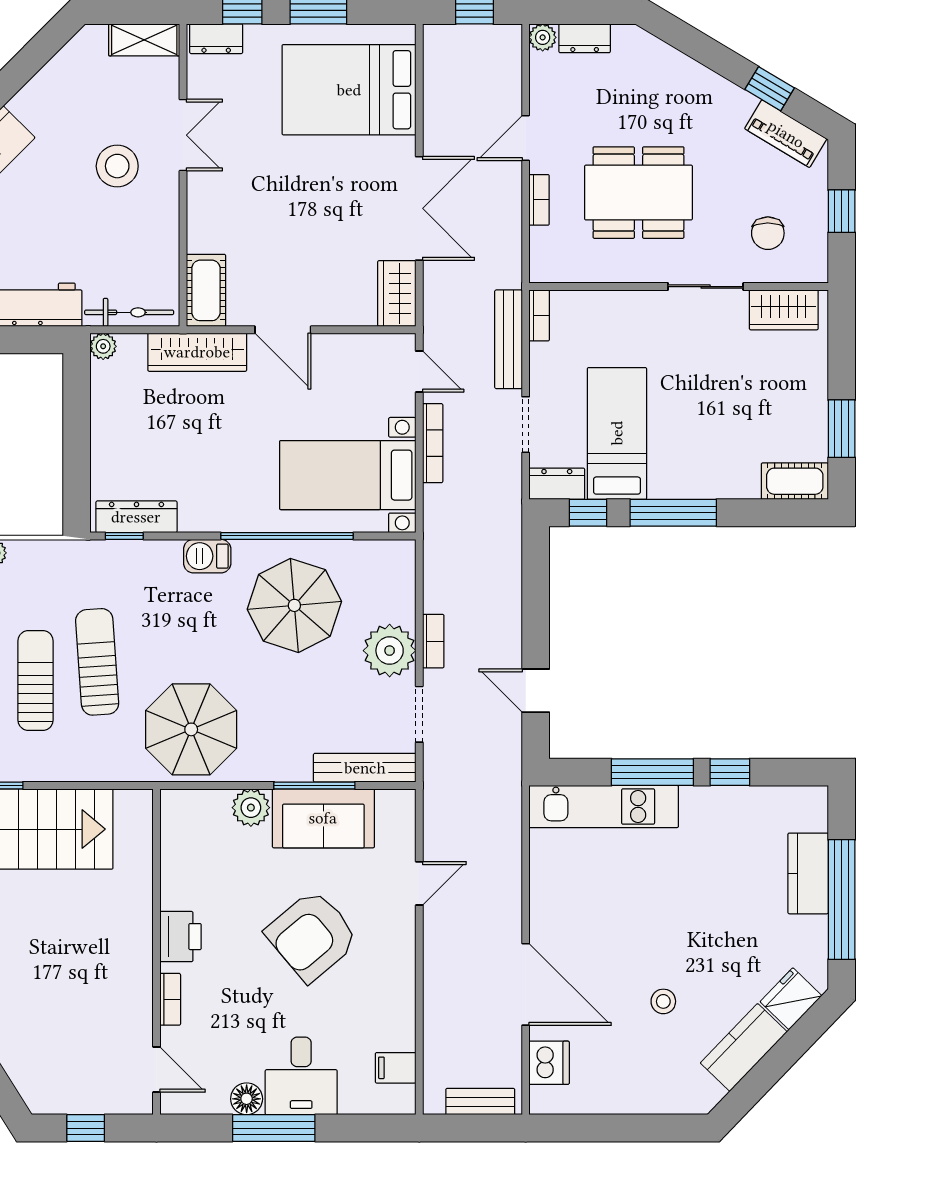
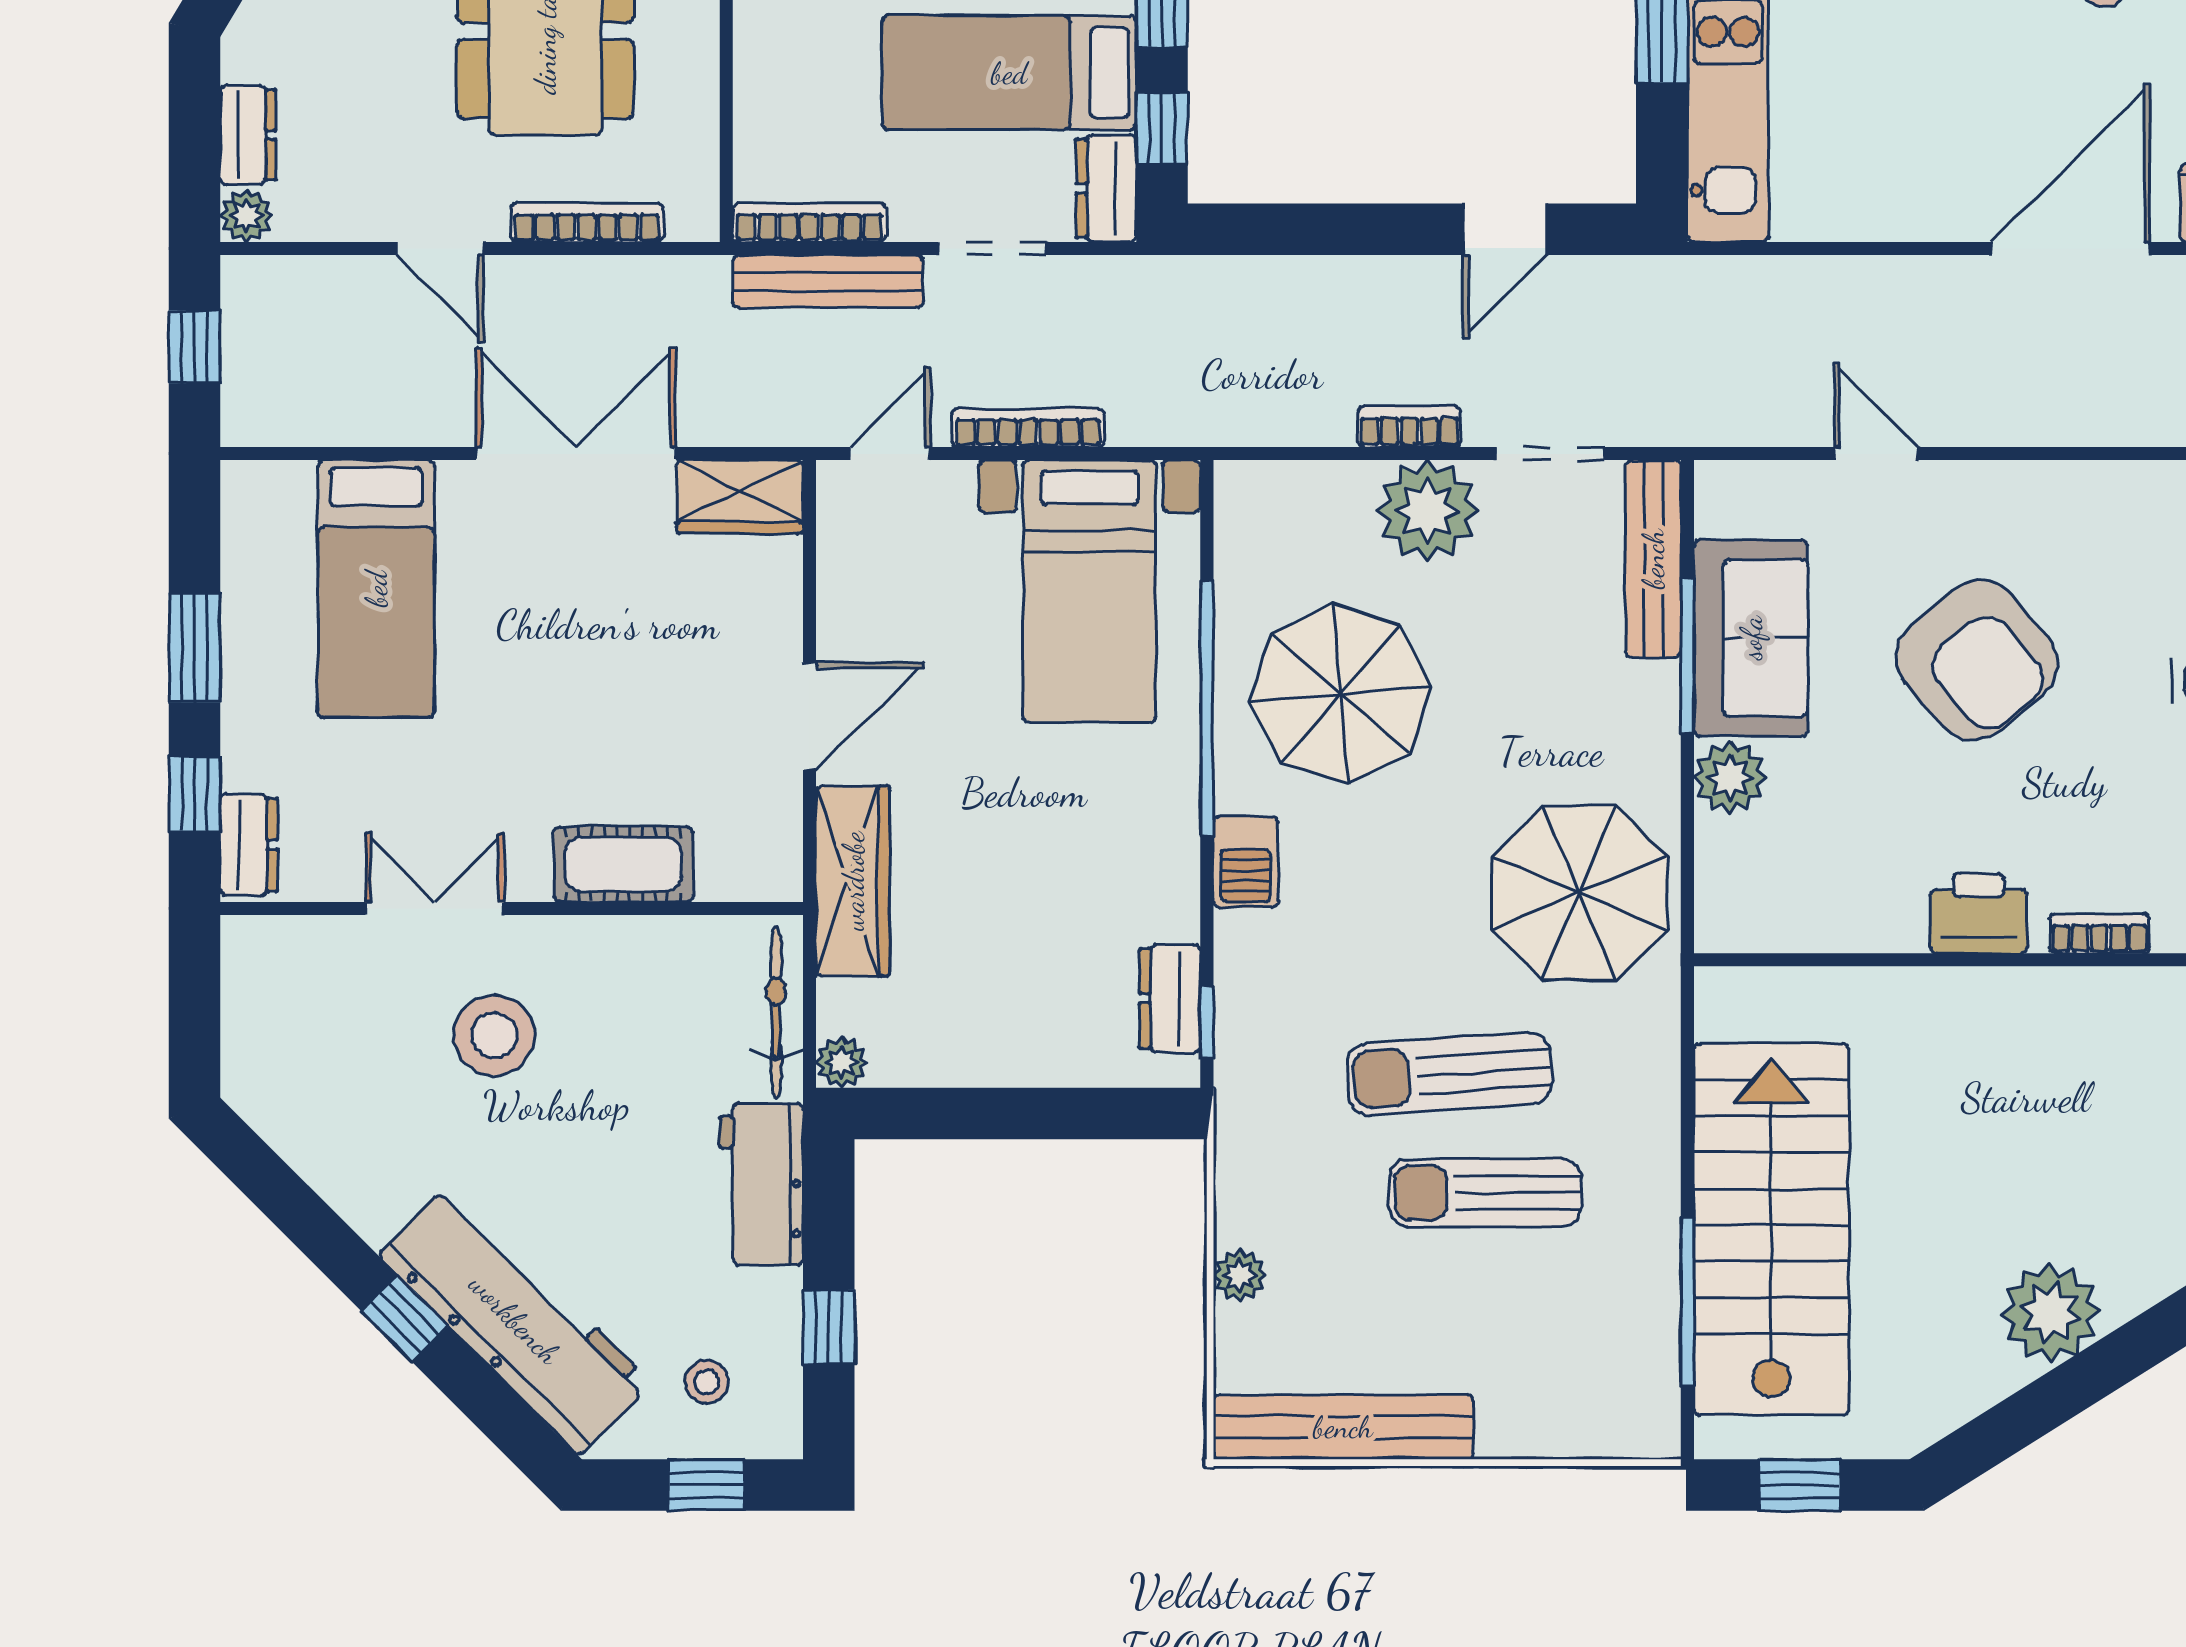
shelving: (144, 40) -> (251, 983), removed
bed: (349, 90) -> (376, 589), width x0.67
bookcase: (539, 200) -> (587, 223), width x1.56
cot: (206, 290) -> (623, 864), moved
bookcase: (539, 315) -> (809, 222), width x1.56
dresser: (136, 517) -> (1170, 998), width x0.70

